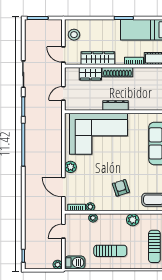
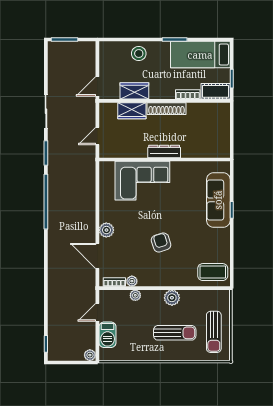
stool: (74, 35) -> (139, 54), moved
door: (63, 55) -> (97, 86), hinge flipped
wardrobe: (98, 58) -> (134, 91), width x0.67
corner sofa: (99, 134) -> (142, 181), width x0.73, depth x0.74
armchair: (121, 188) -> (161, 242), moved
plant: (133, 220) -> (172, 298), moved
sun lounger: (110, 251) -> (175, 333), moved
barbecue: (75, 262) -> (108, 335), moved, turned 90

